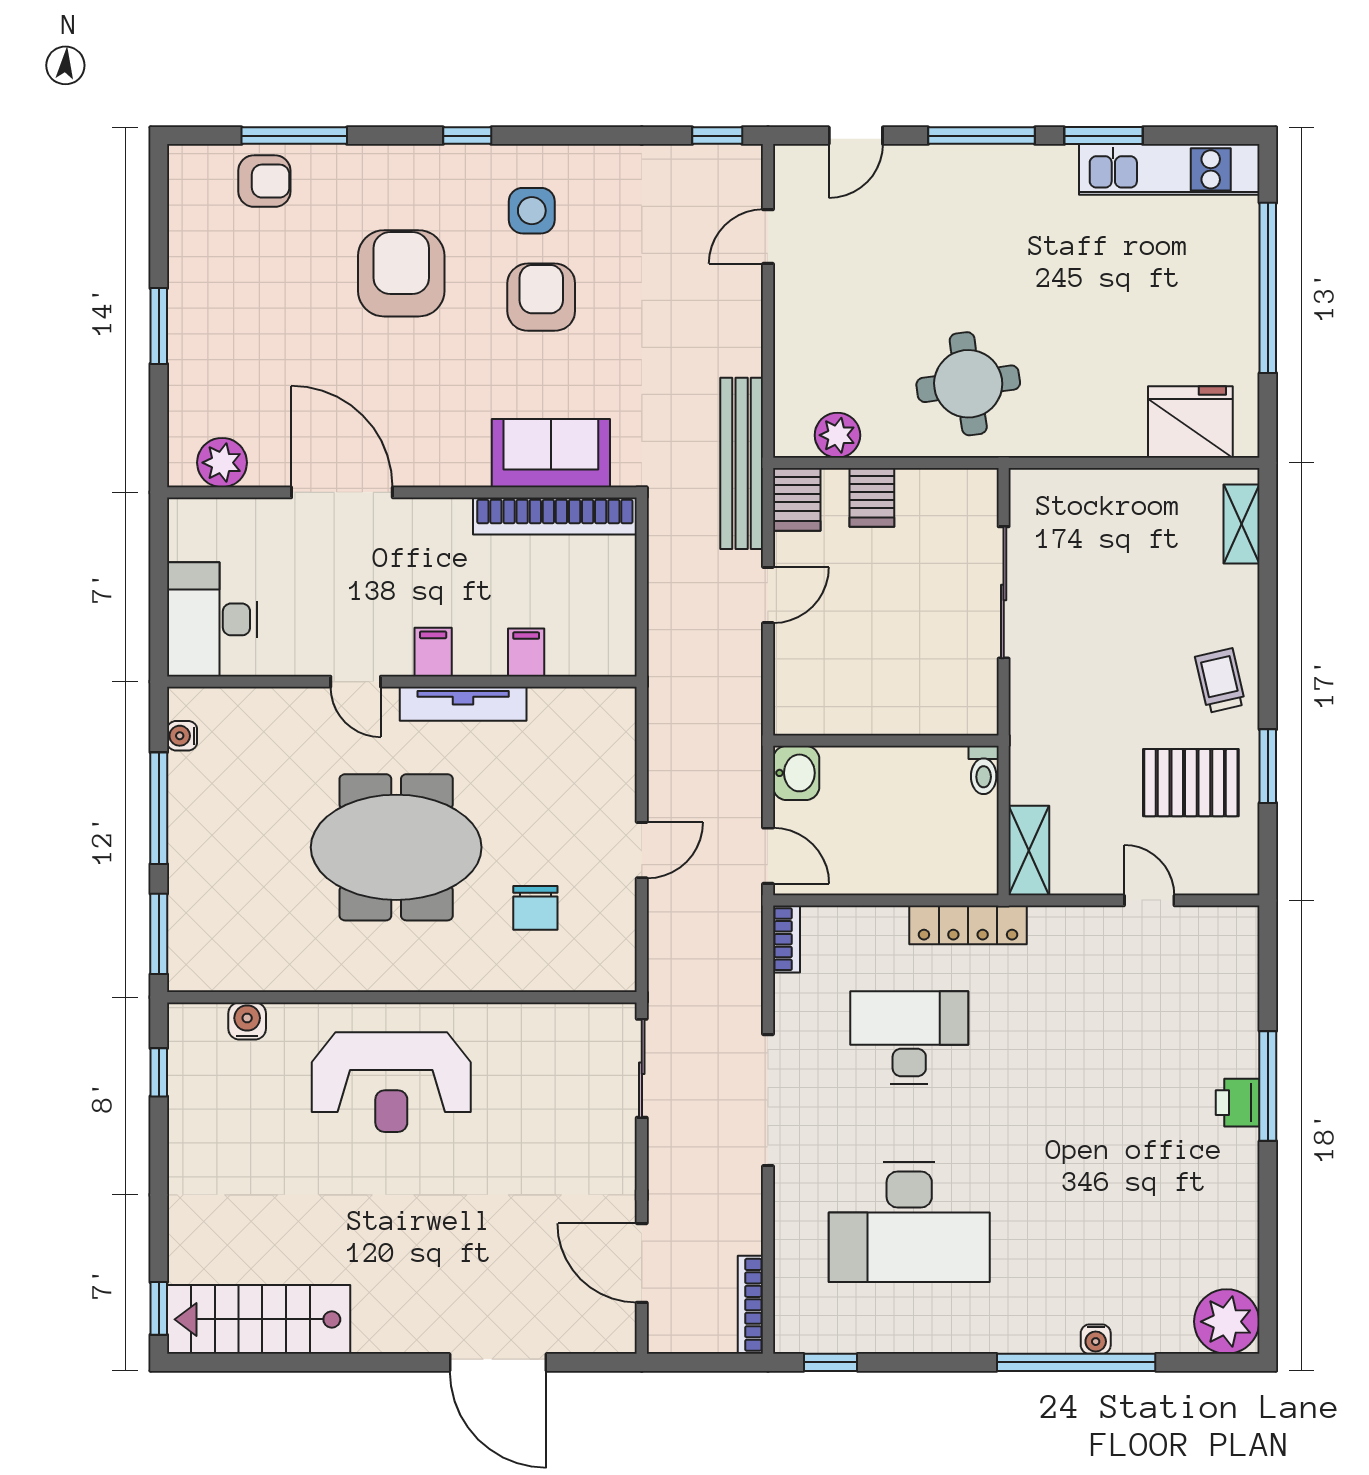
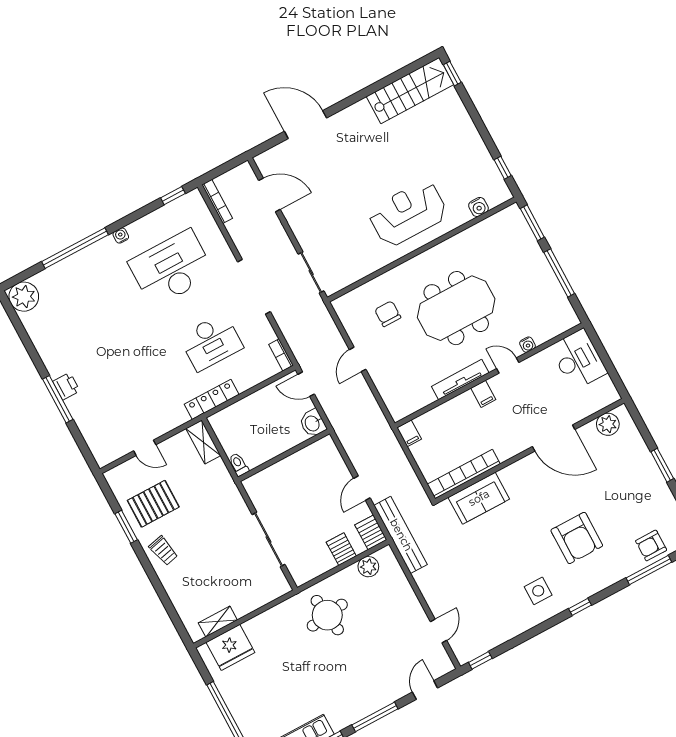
armchair: (541, 297) -> (516, 558), removed
shelving: (1242, 524) -> (218, 621), moved, turned 90
filing cabinet: (526, 652) -> (409, 433), moved
water cooler: (182, 736) -> (528, 345), moved, turned 90
water cooler: (1096, 1339) -> (121, 236), moved

